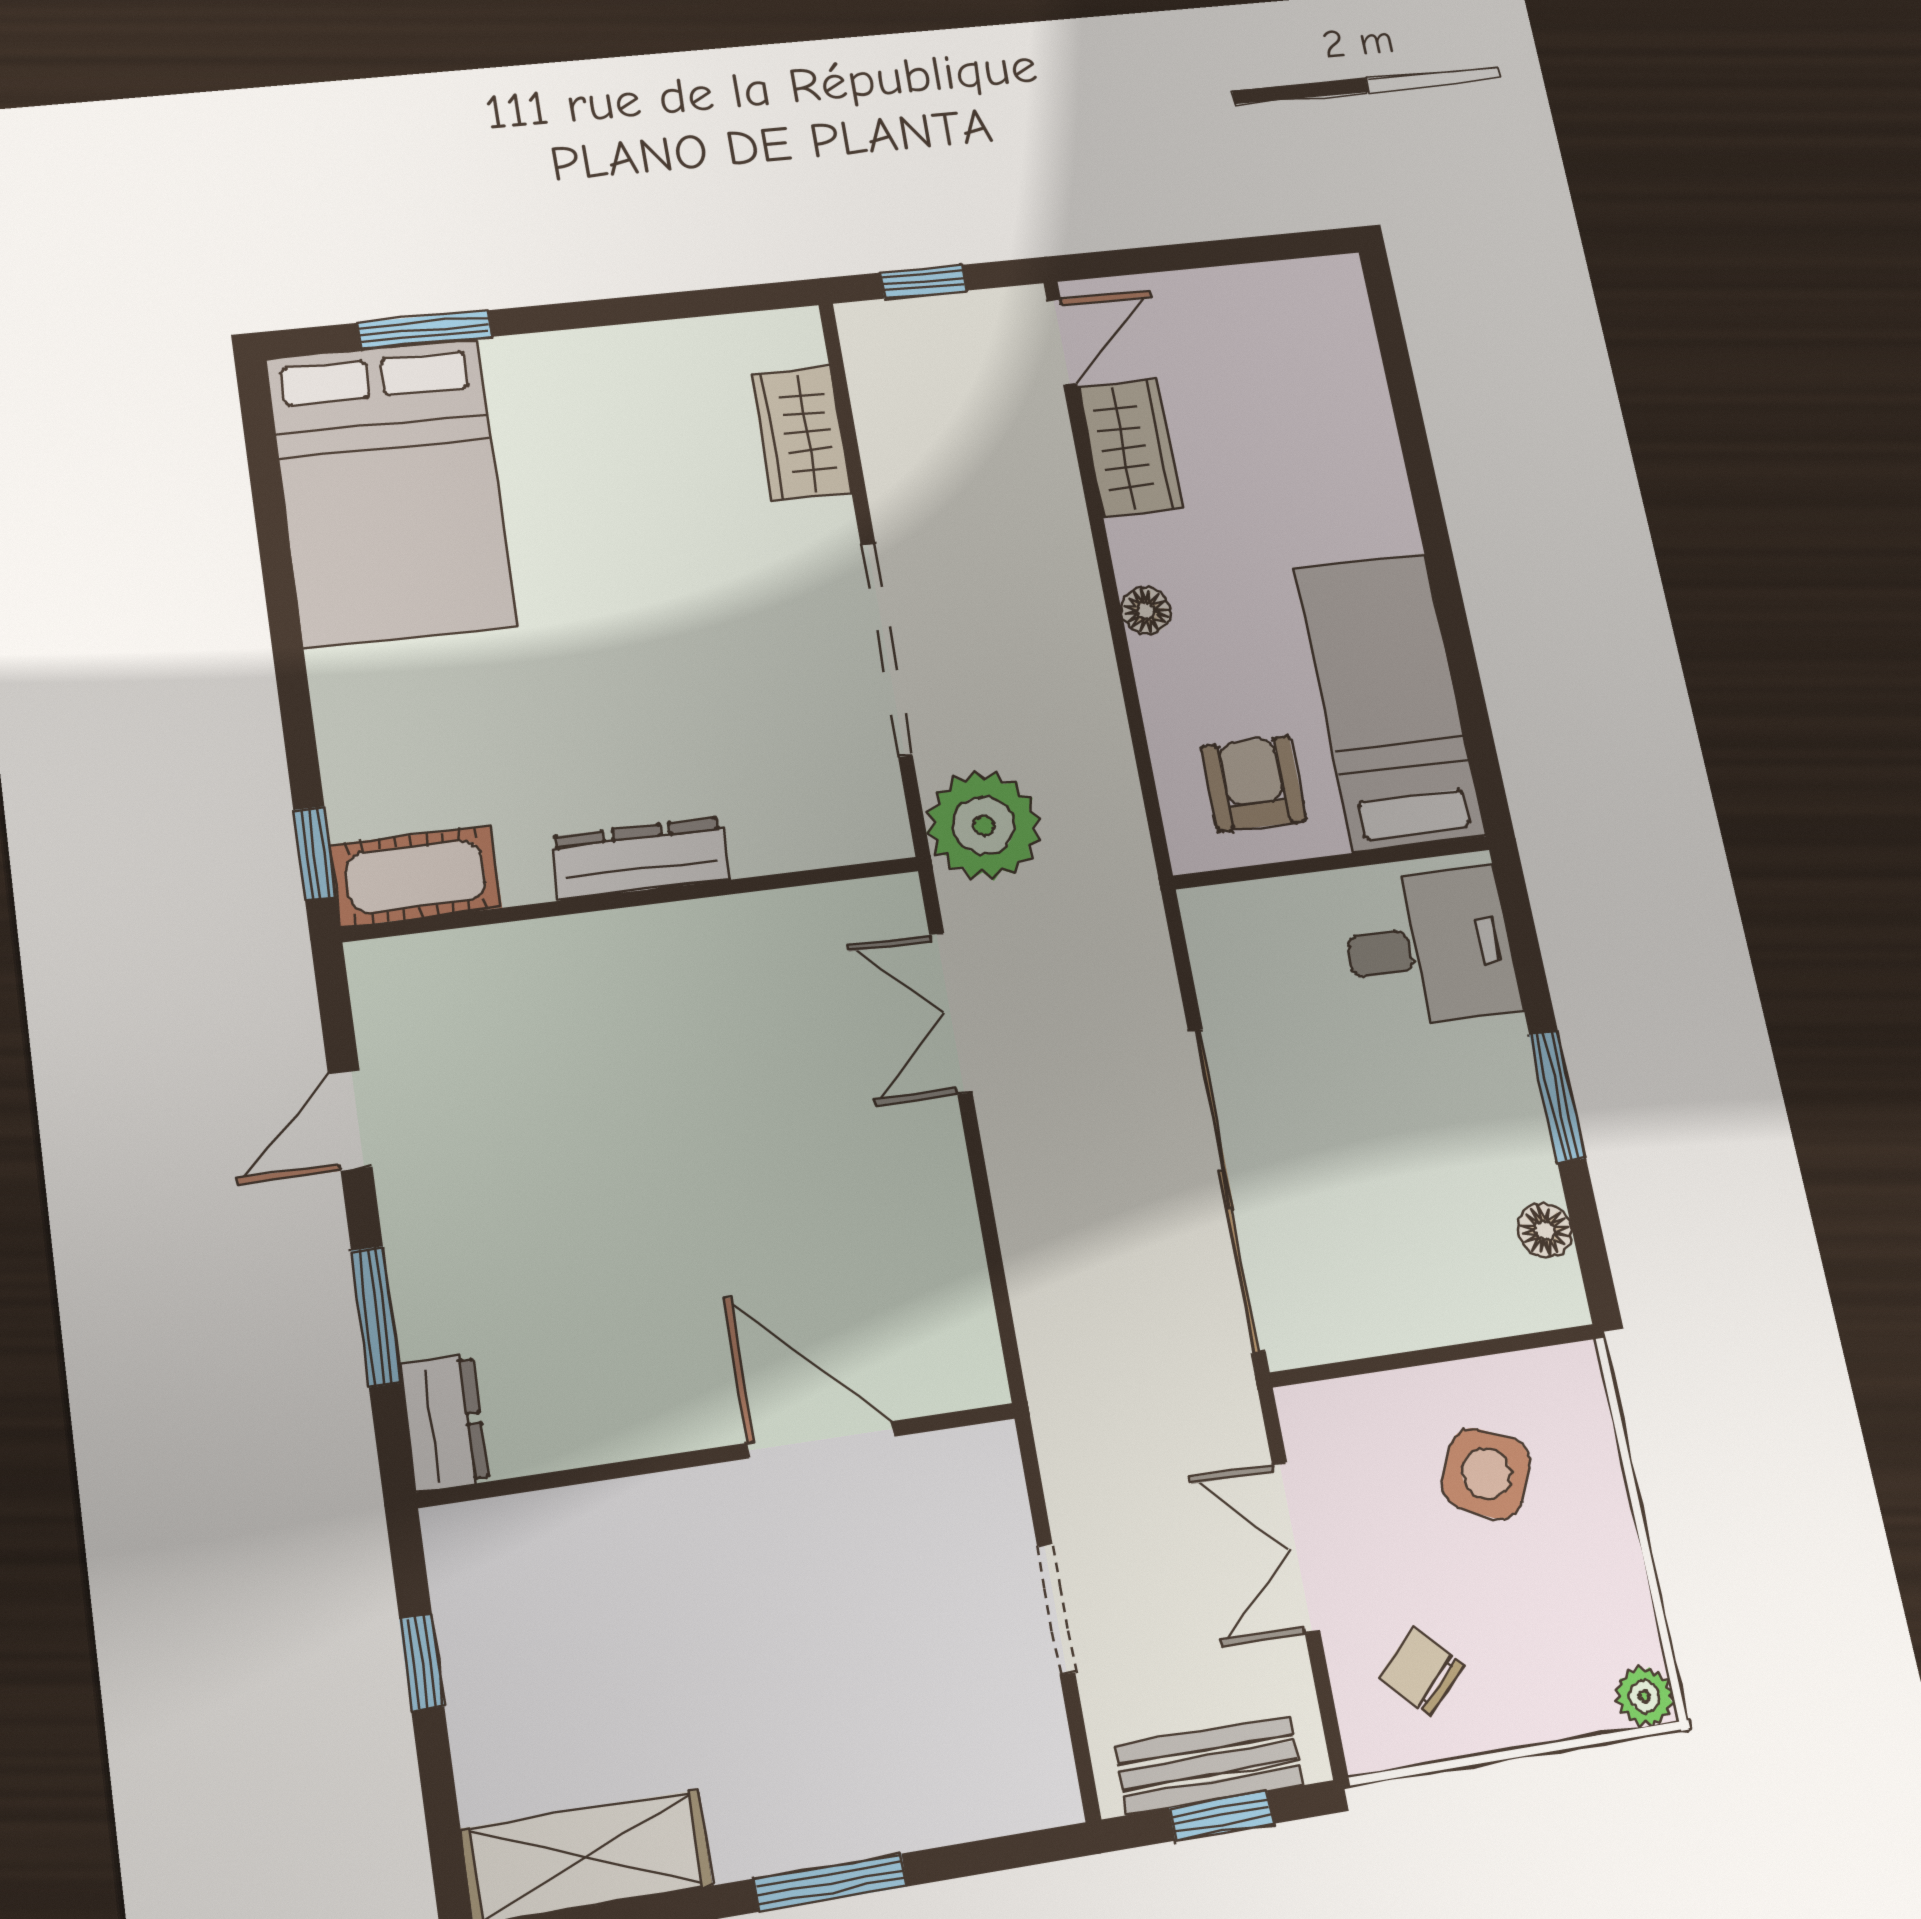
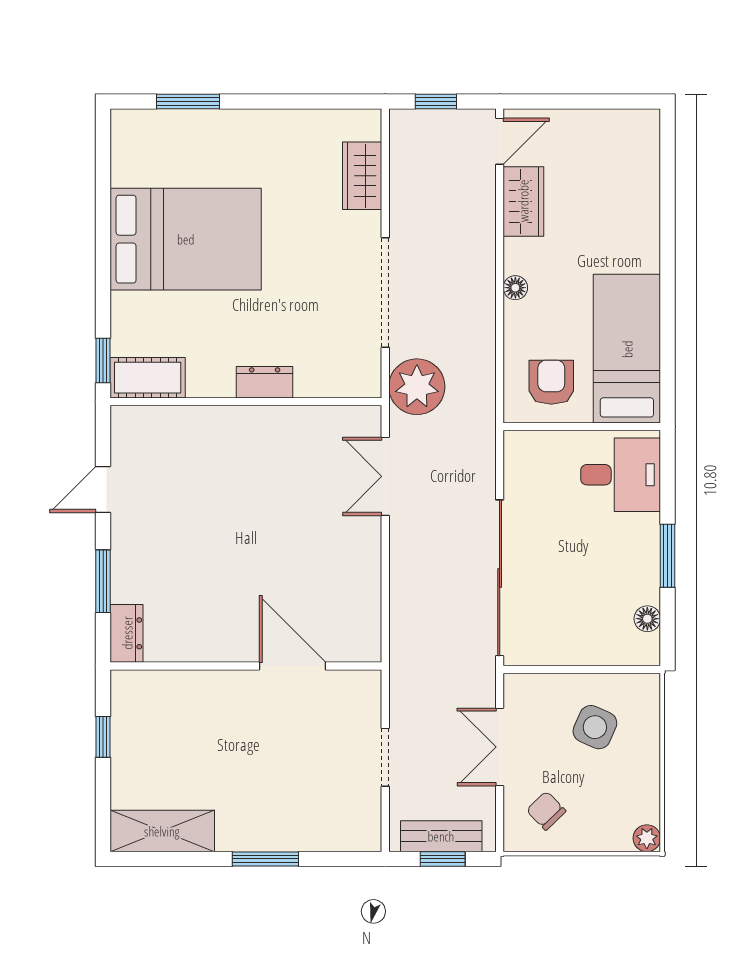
bed: (391, 492) -> (186, 239), moved, turned -90
dresser: (640, 858) -> (265, 382), width x0.70

